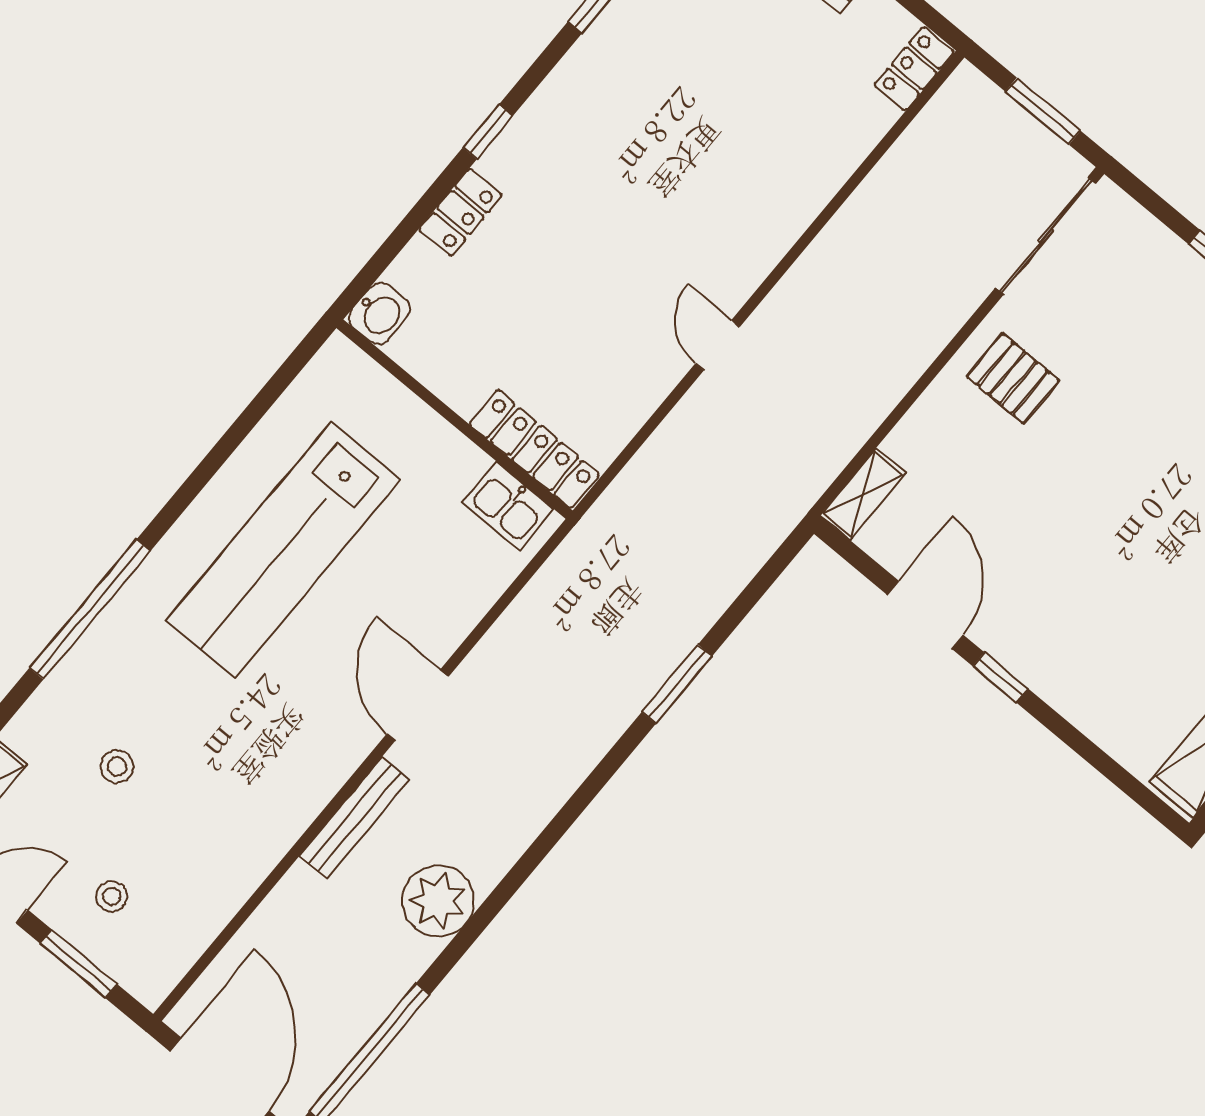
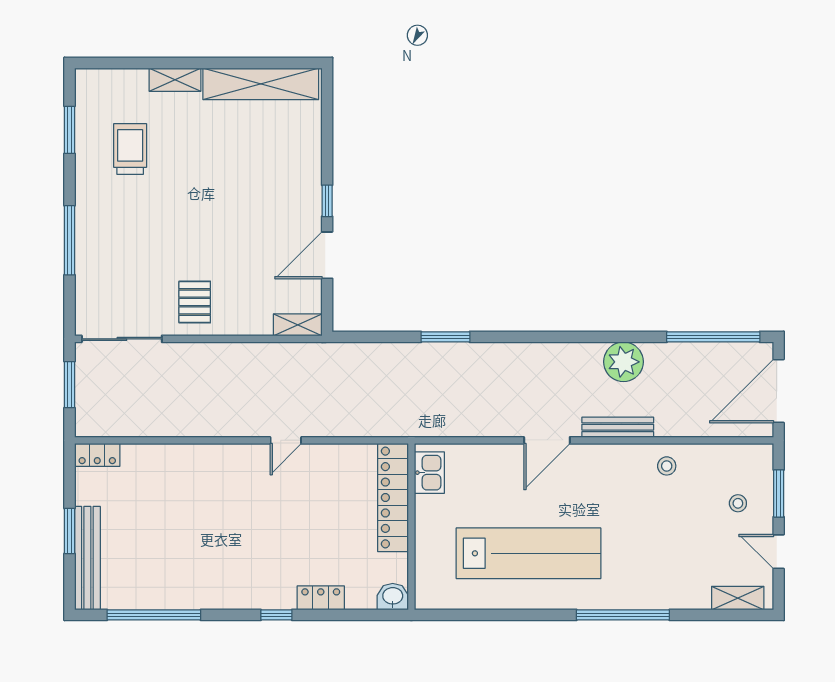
locker: (534, 449) -> (393, 498), width x1.41, depth x1.21
stool: (117, 766) -> (667, 466), moved

